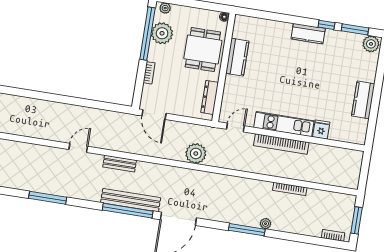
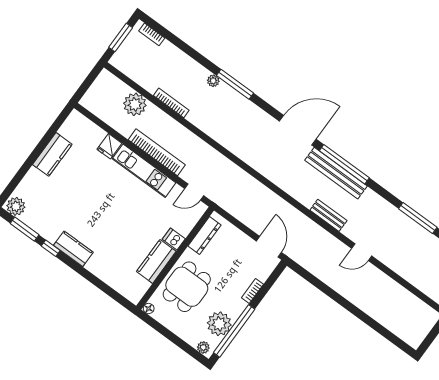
dishwasher: (233, 82) -> (174, 239), added
plant: (196, 154) -> (135, 104), moved

